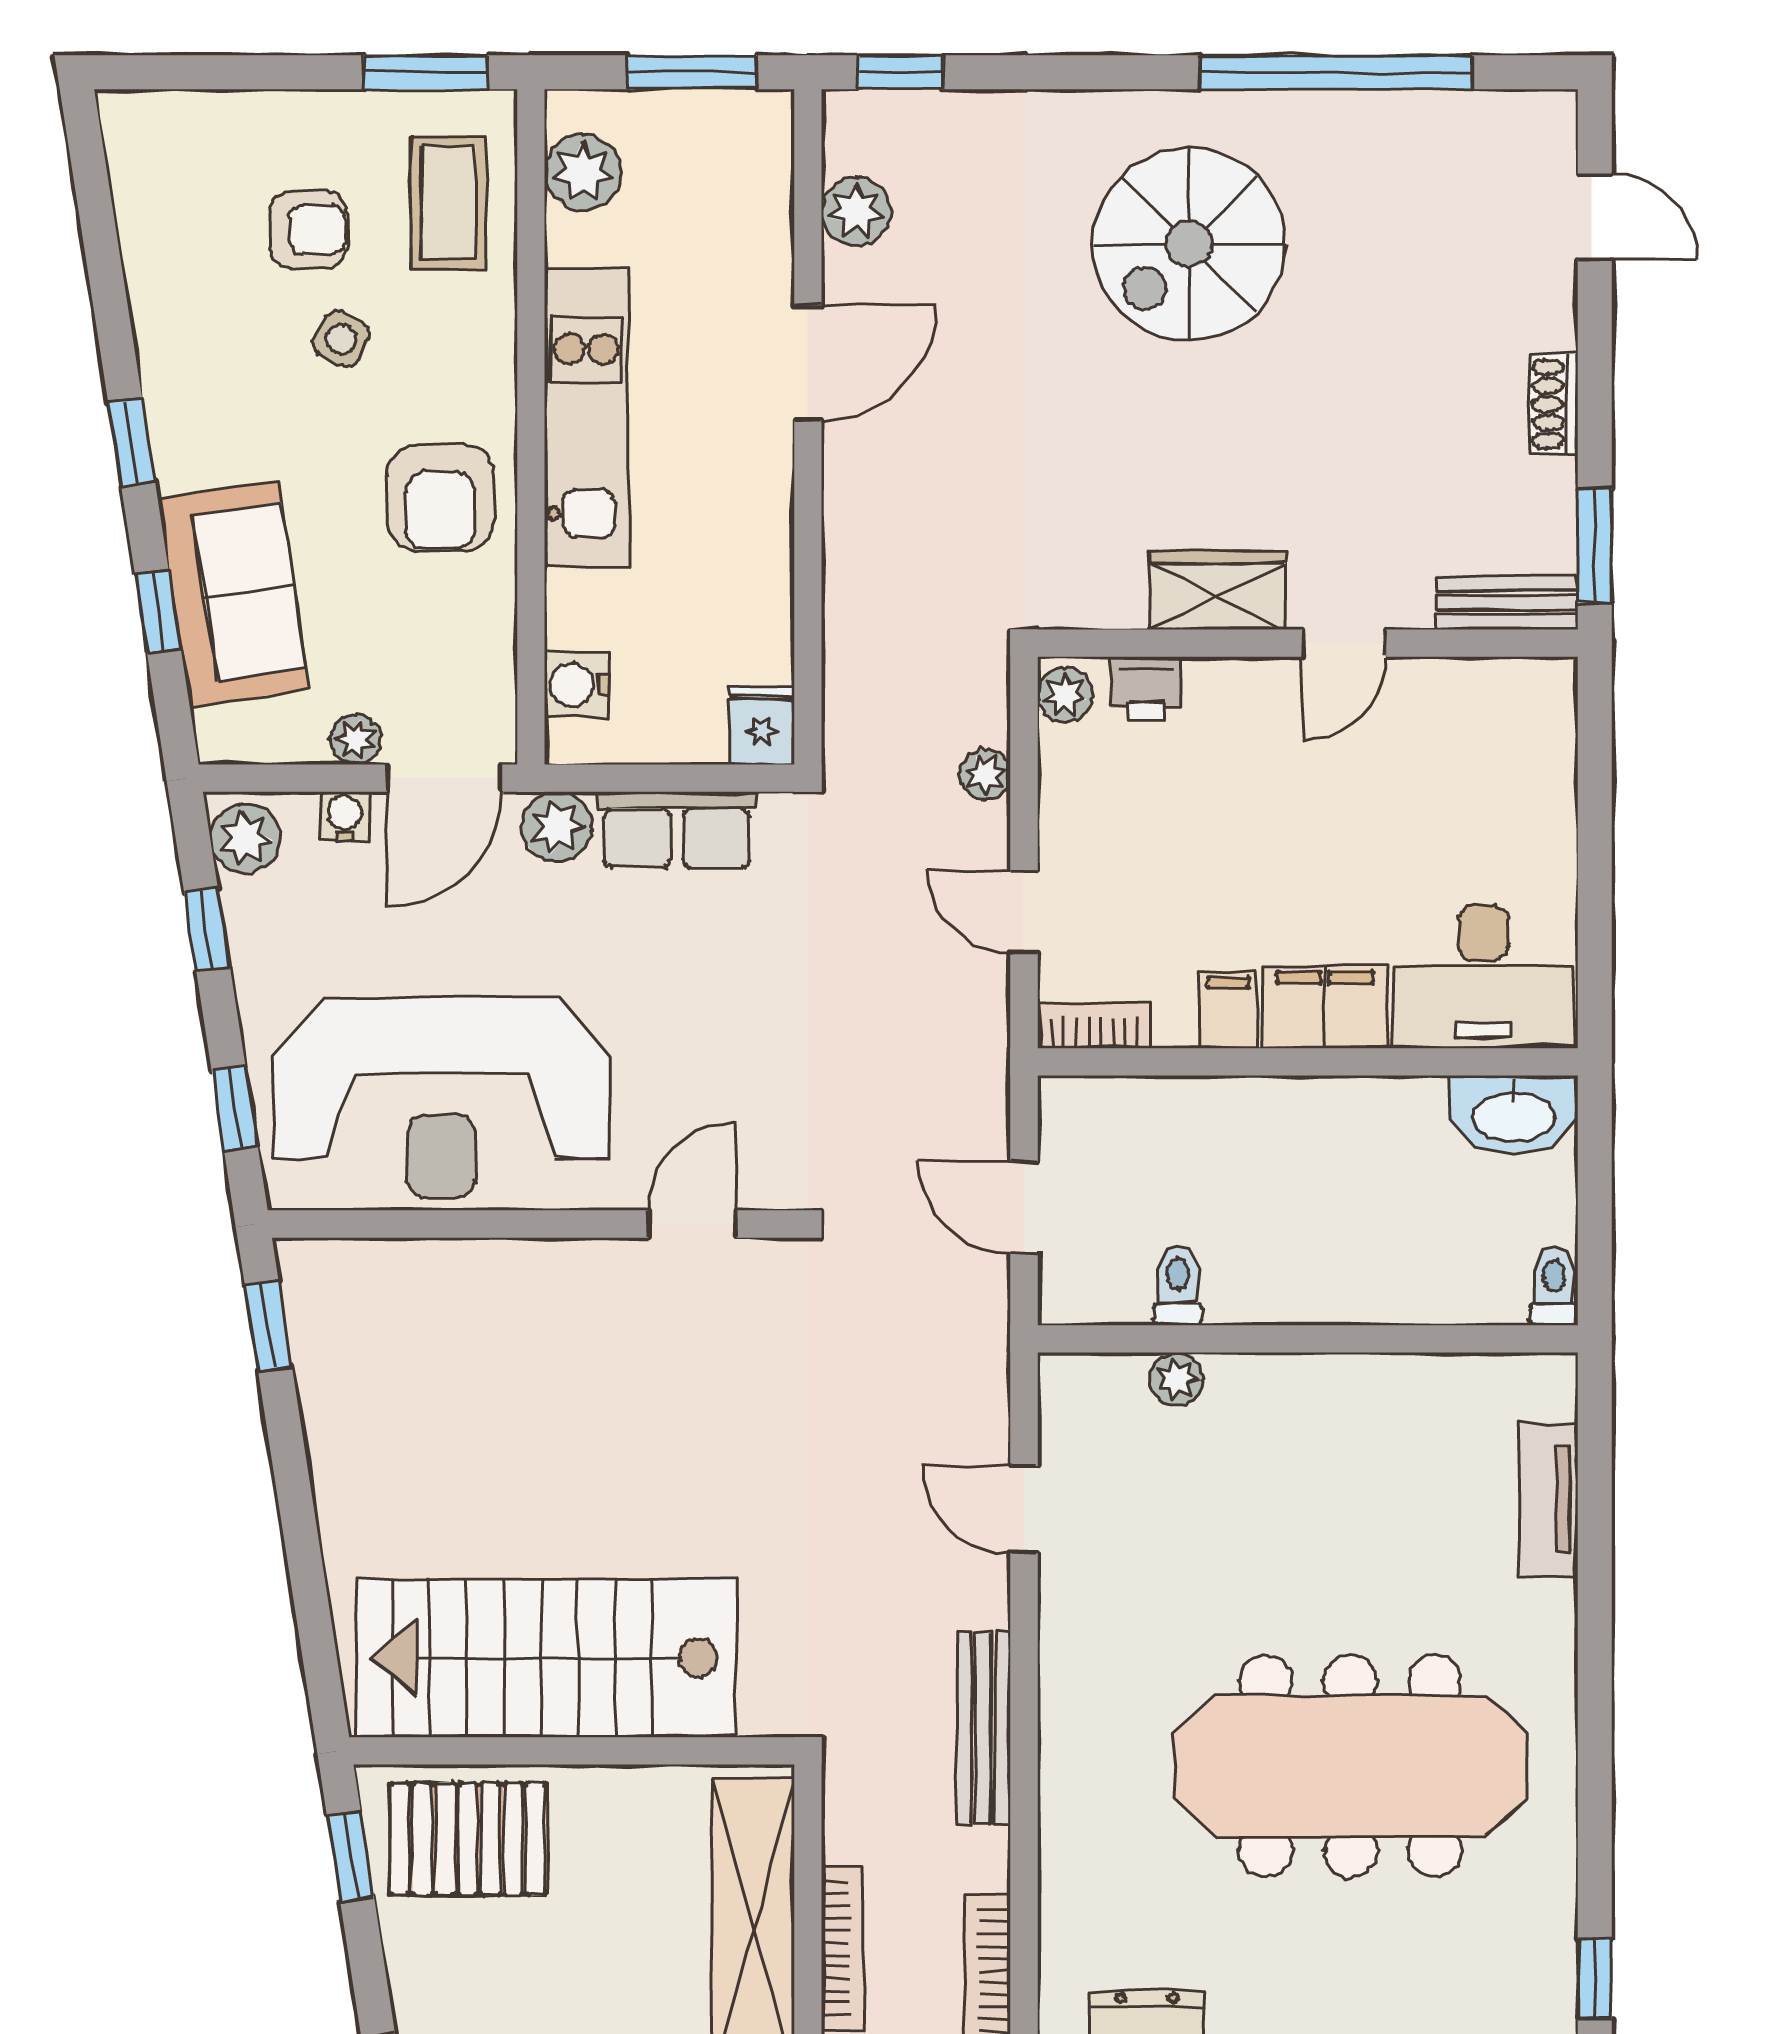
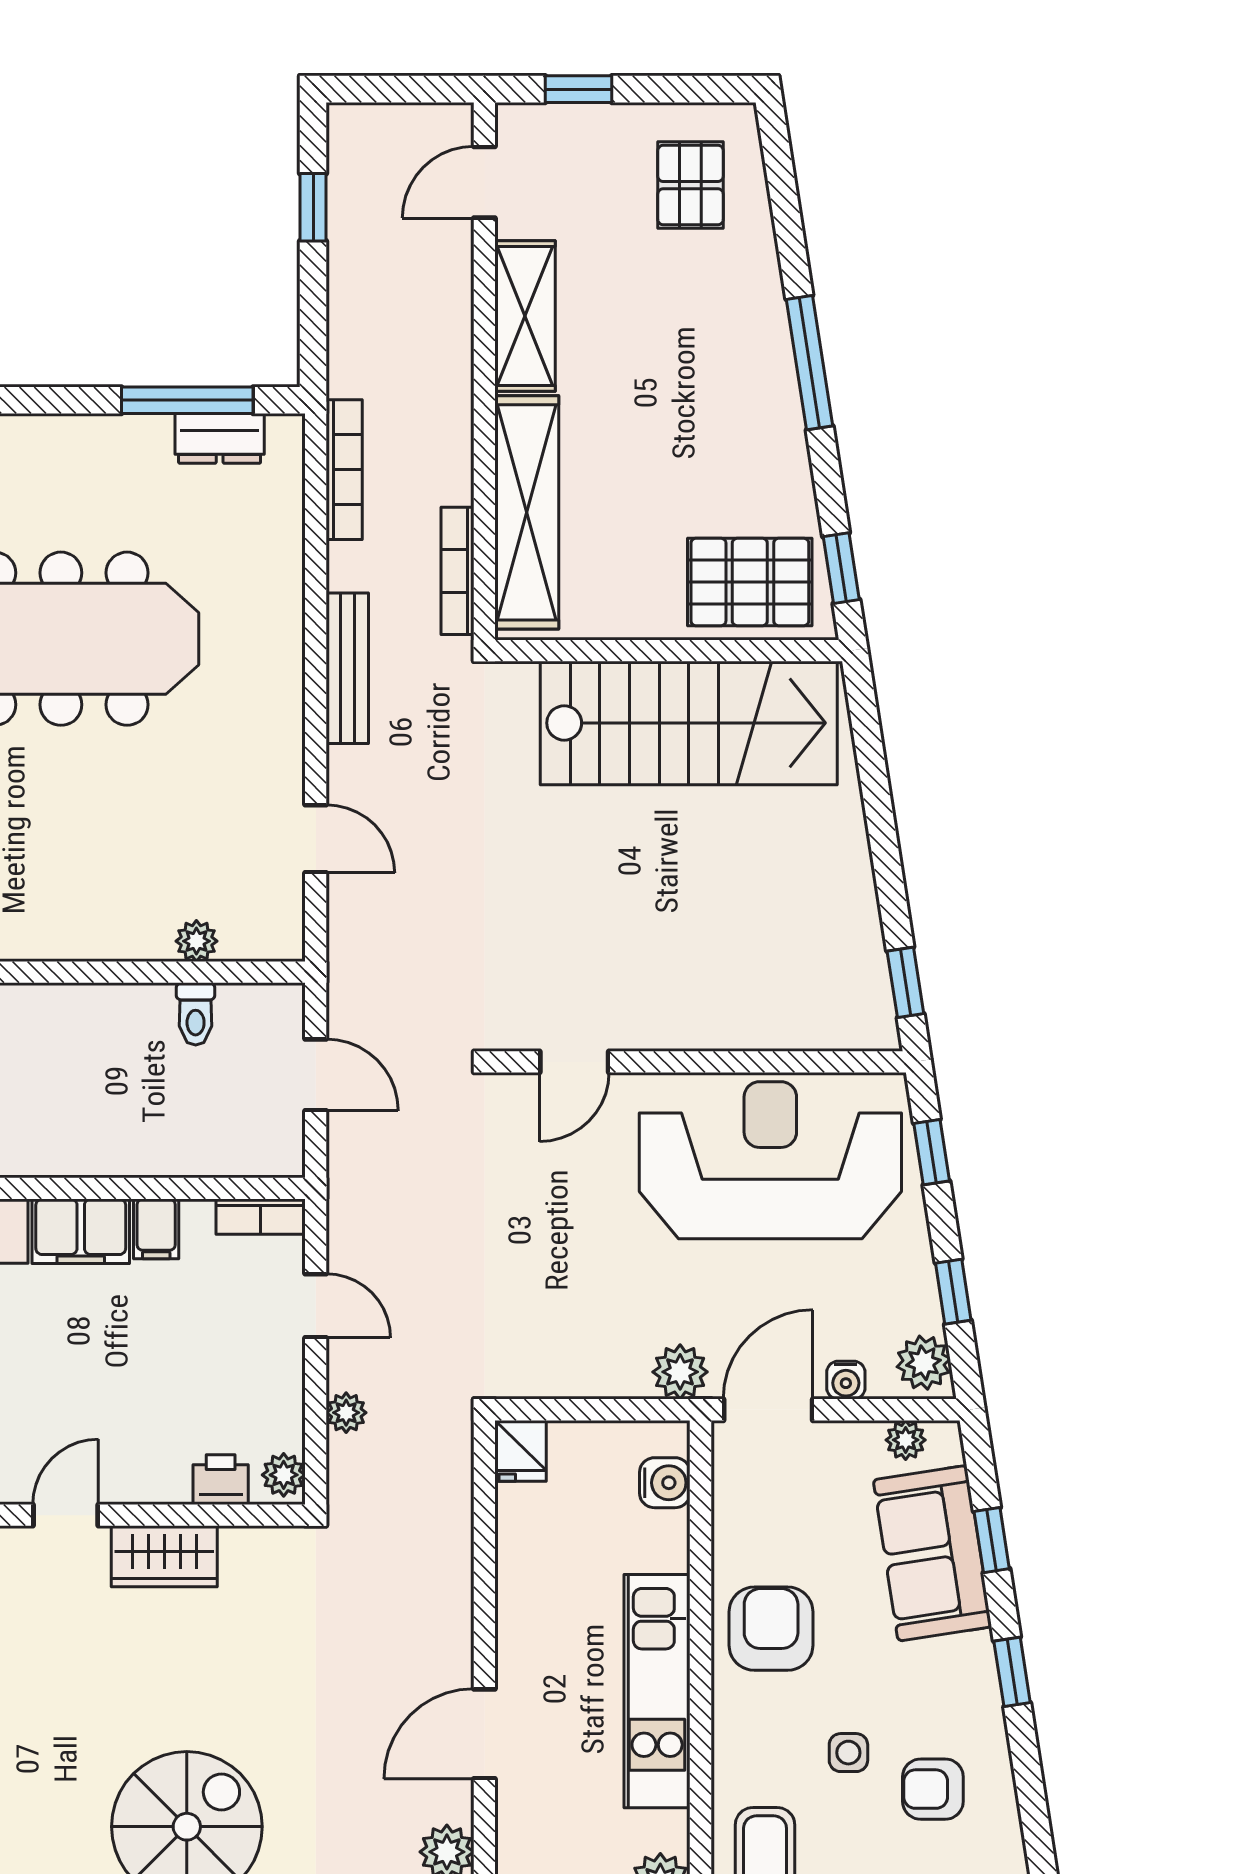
armchair: (308, 230) -> (933, 1789), moved
side table: (341, 339) -> (848, 1753), turned -30
plant: (356, 739) -> (906, 1440), moved
row of seats: (677, 830) -> (587, 1370), removed
bookcase: (842, 1948) -> (458, 571), moved

